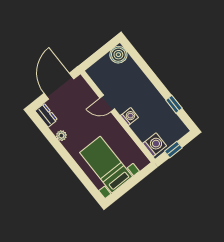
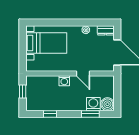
window: (142, 64) -> (90, 114), added
door: (107, 103) -> (83, 74), swing flipped
washing machine: (155, 145) -> (93, 104), moved, turned 180

